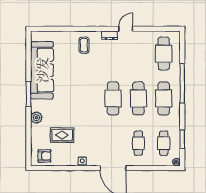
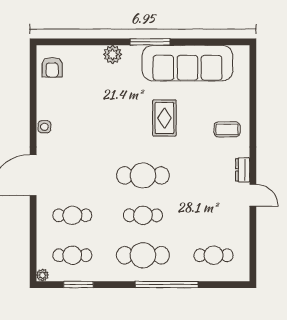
cafe table: (164, 54) -> (214, 255), width x0.73, depth x0.74
cafe table: (138, 98) -> (143, 215), width x0.73, depth x0.74
rug: (62, 135) -> (164, 118), moved

